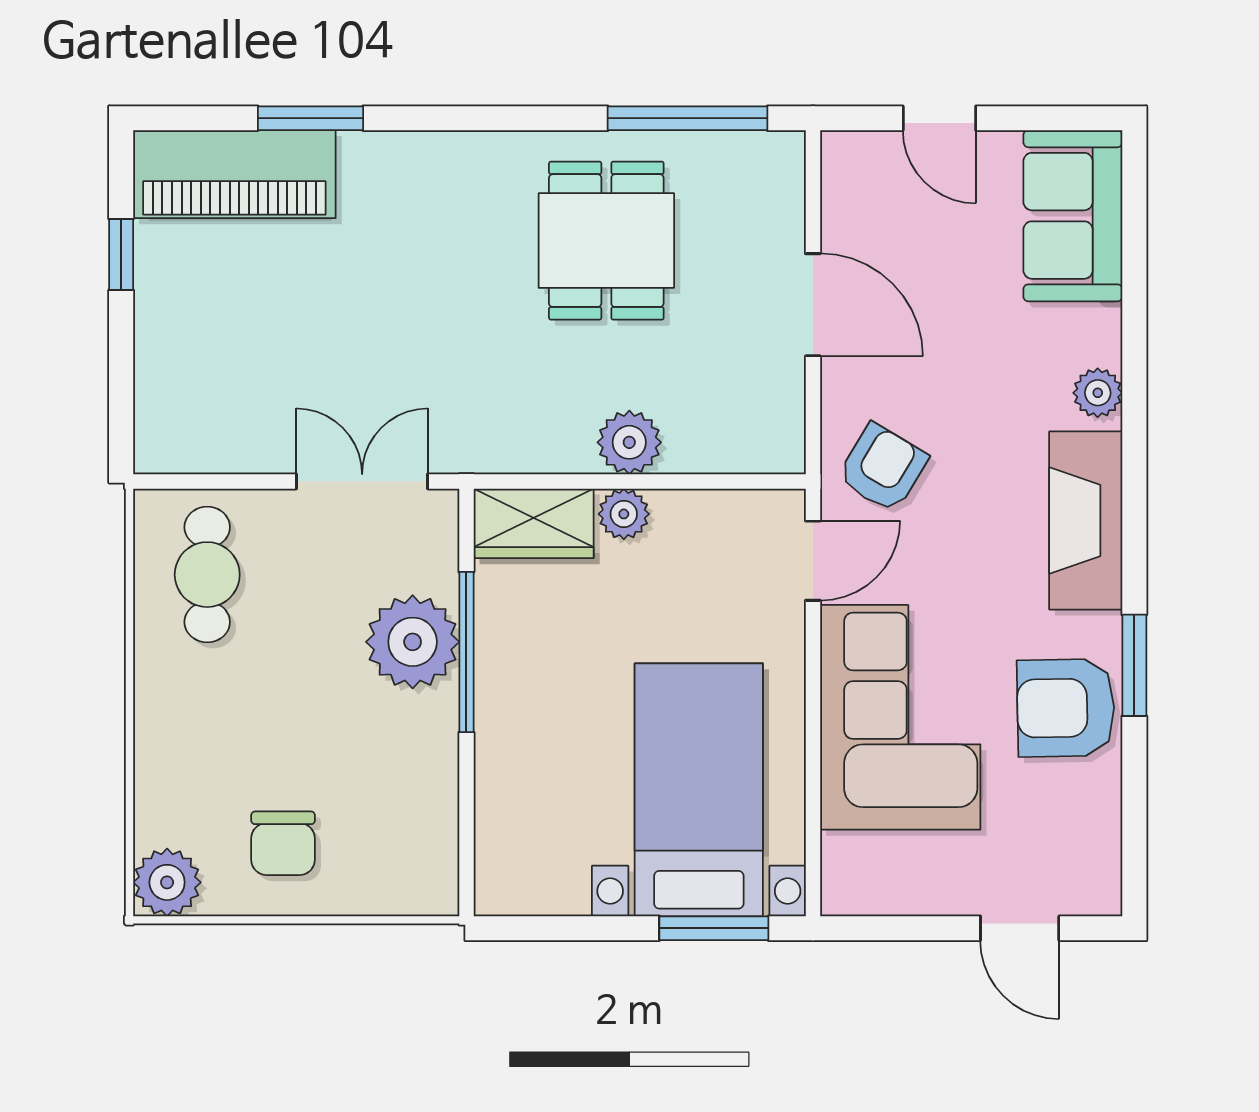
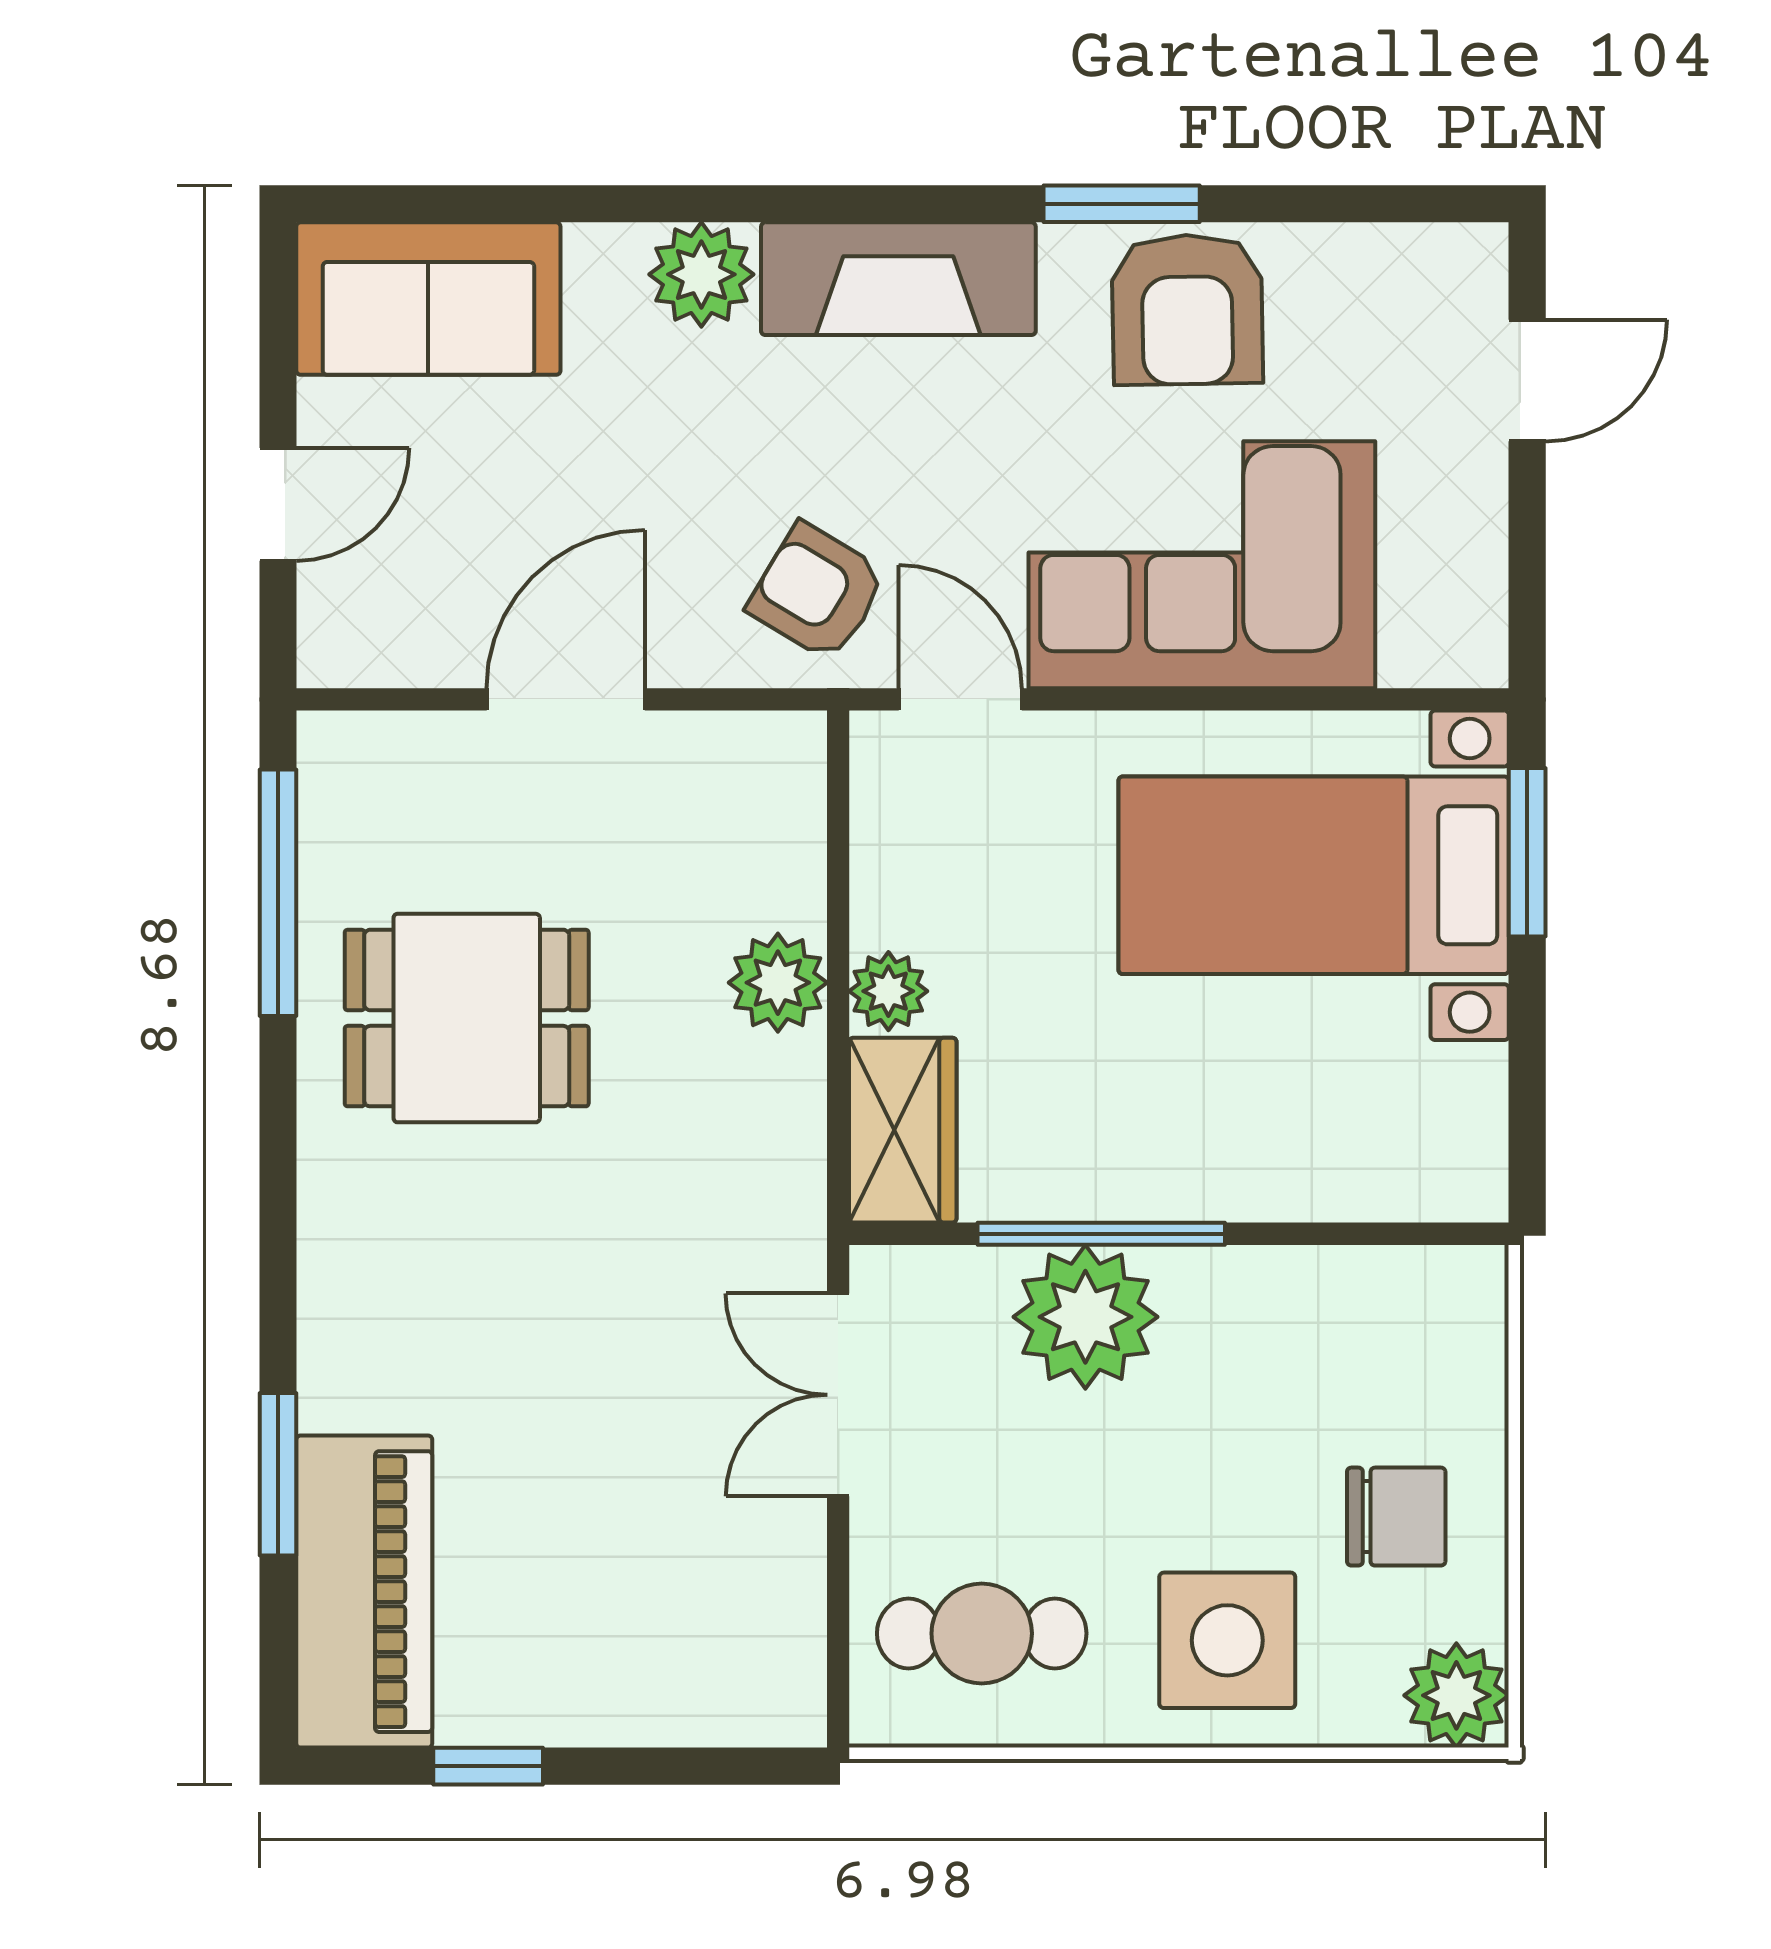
plant: (1098, 393) -> (701, 274), width x1.38, depth x1.38
side table: (203, 734) -> (1227, 1640), added

